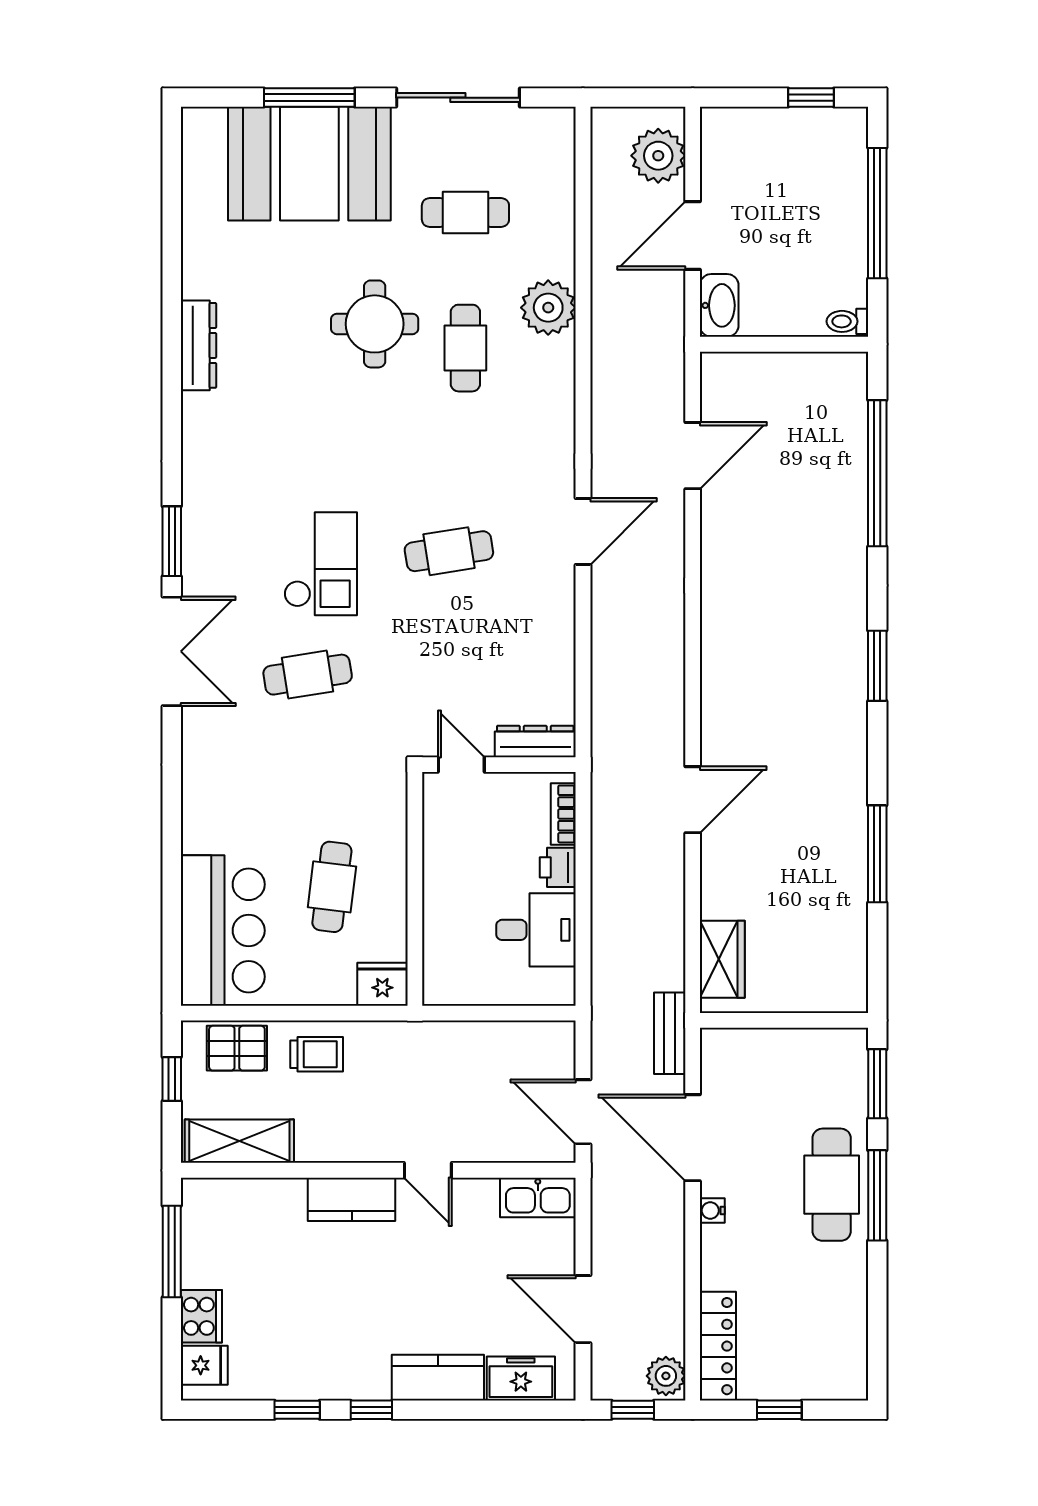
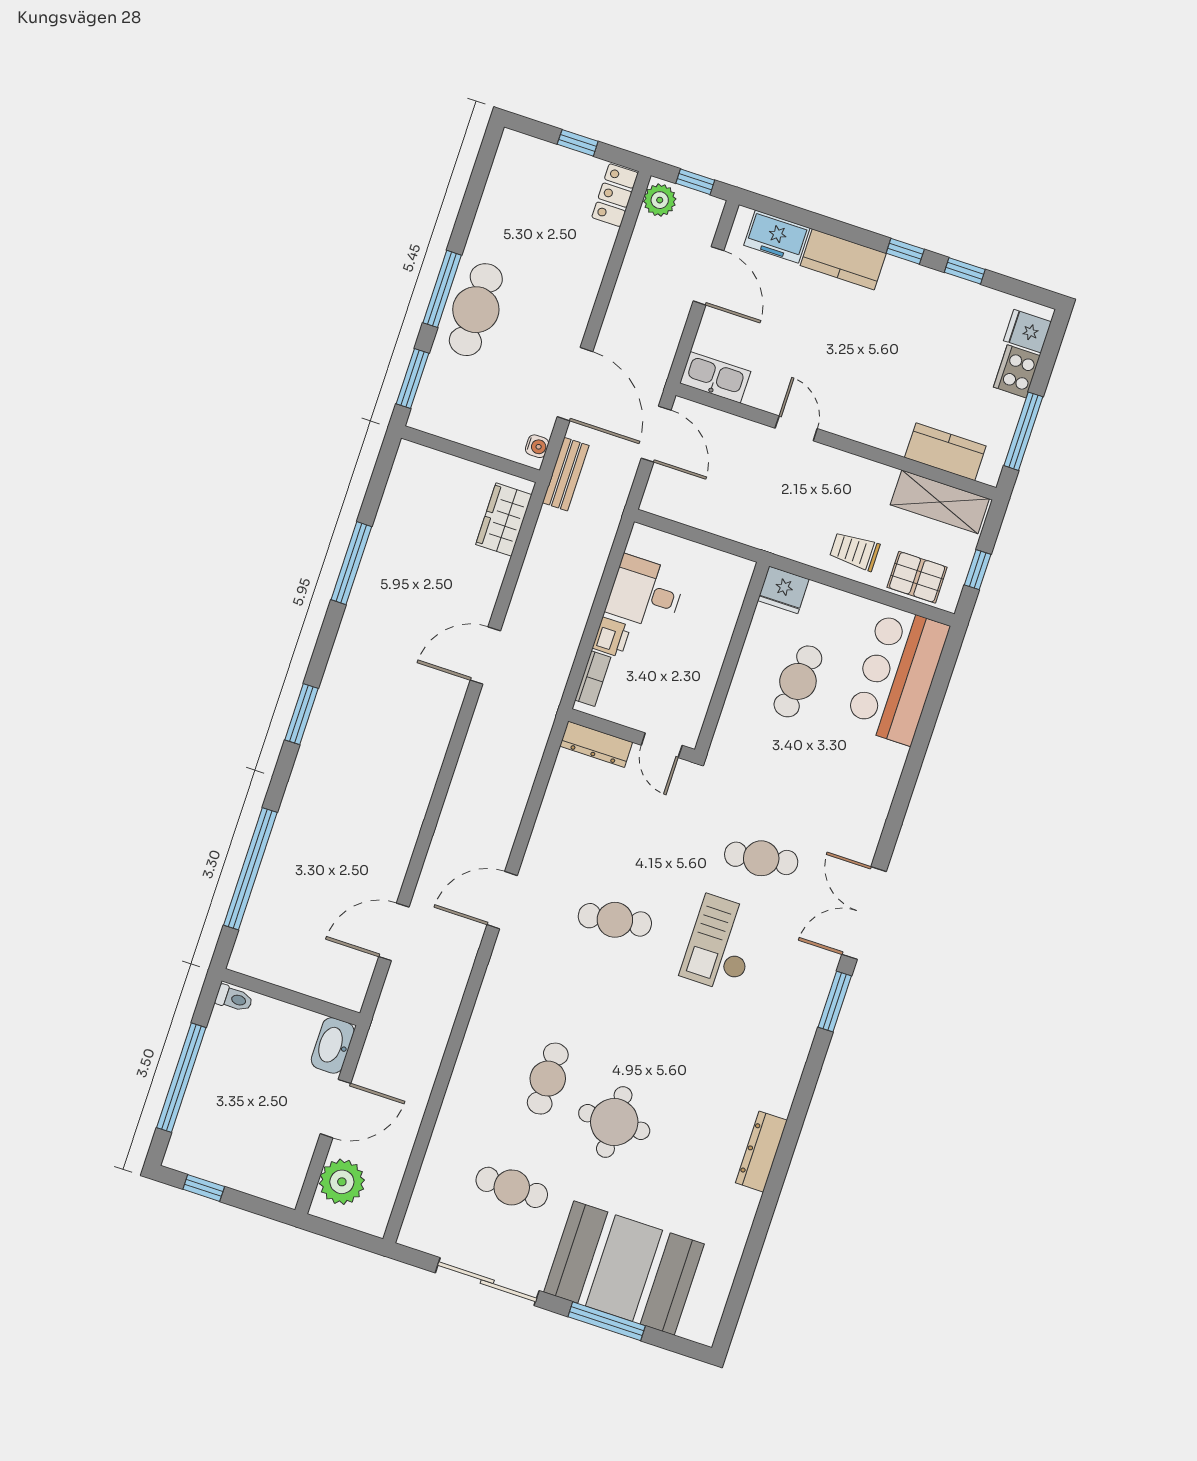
plant: (548, 308) -> (470, 1089), removed
kitchen counter: (352, 1199) -> (945, 452), moved
water cooler: (712, 1210) -> (537, 446), moved
locker: (718, 1346) -> (615, 195), width x0.66

